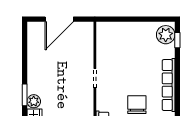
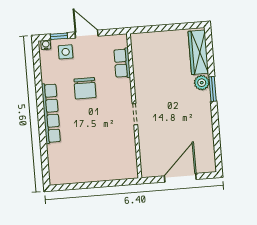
plant: (166, 35) -> (59, 170), removed
window: (177, 40) -> (45, 165), removed

